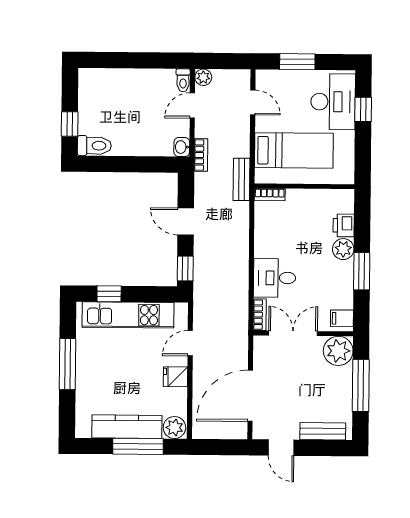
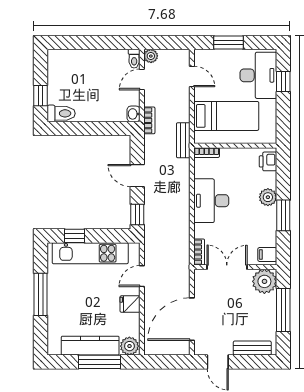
printer: (344, 225) -> (268, 161), moved
desk: (275, 278) -> (211, 201), moved, width x1.37

